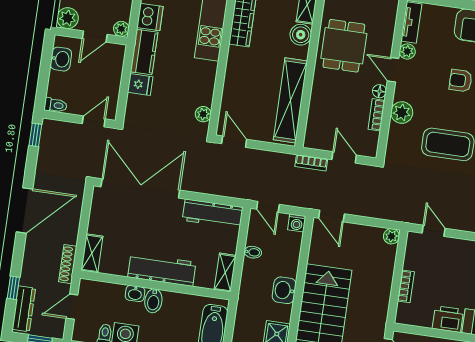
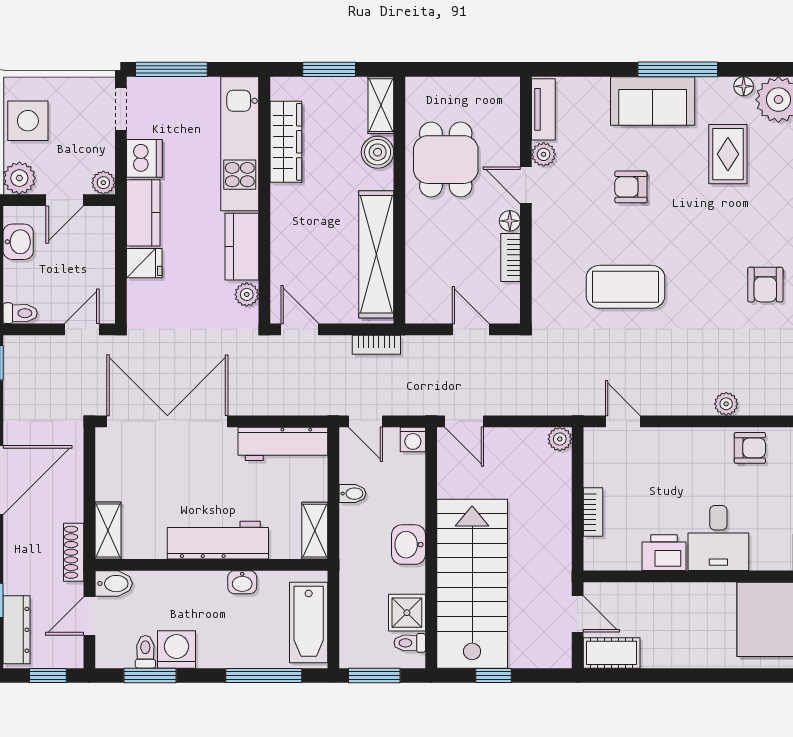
kitchen counter: (205, 83) -> (242, 247), added
plant: (402, 113) -> (548, 248), removed
bookcase: (311, 163) -> (376, 345), moved
washbasin: (135, 294) -> (242, 582), moved
bidet: (153, 301) -> (114, 584), moved, turned -90

